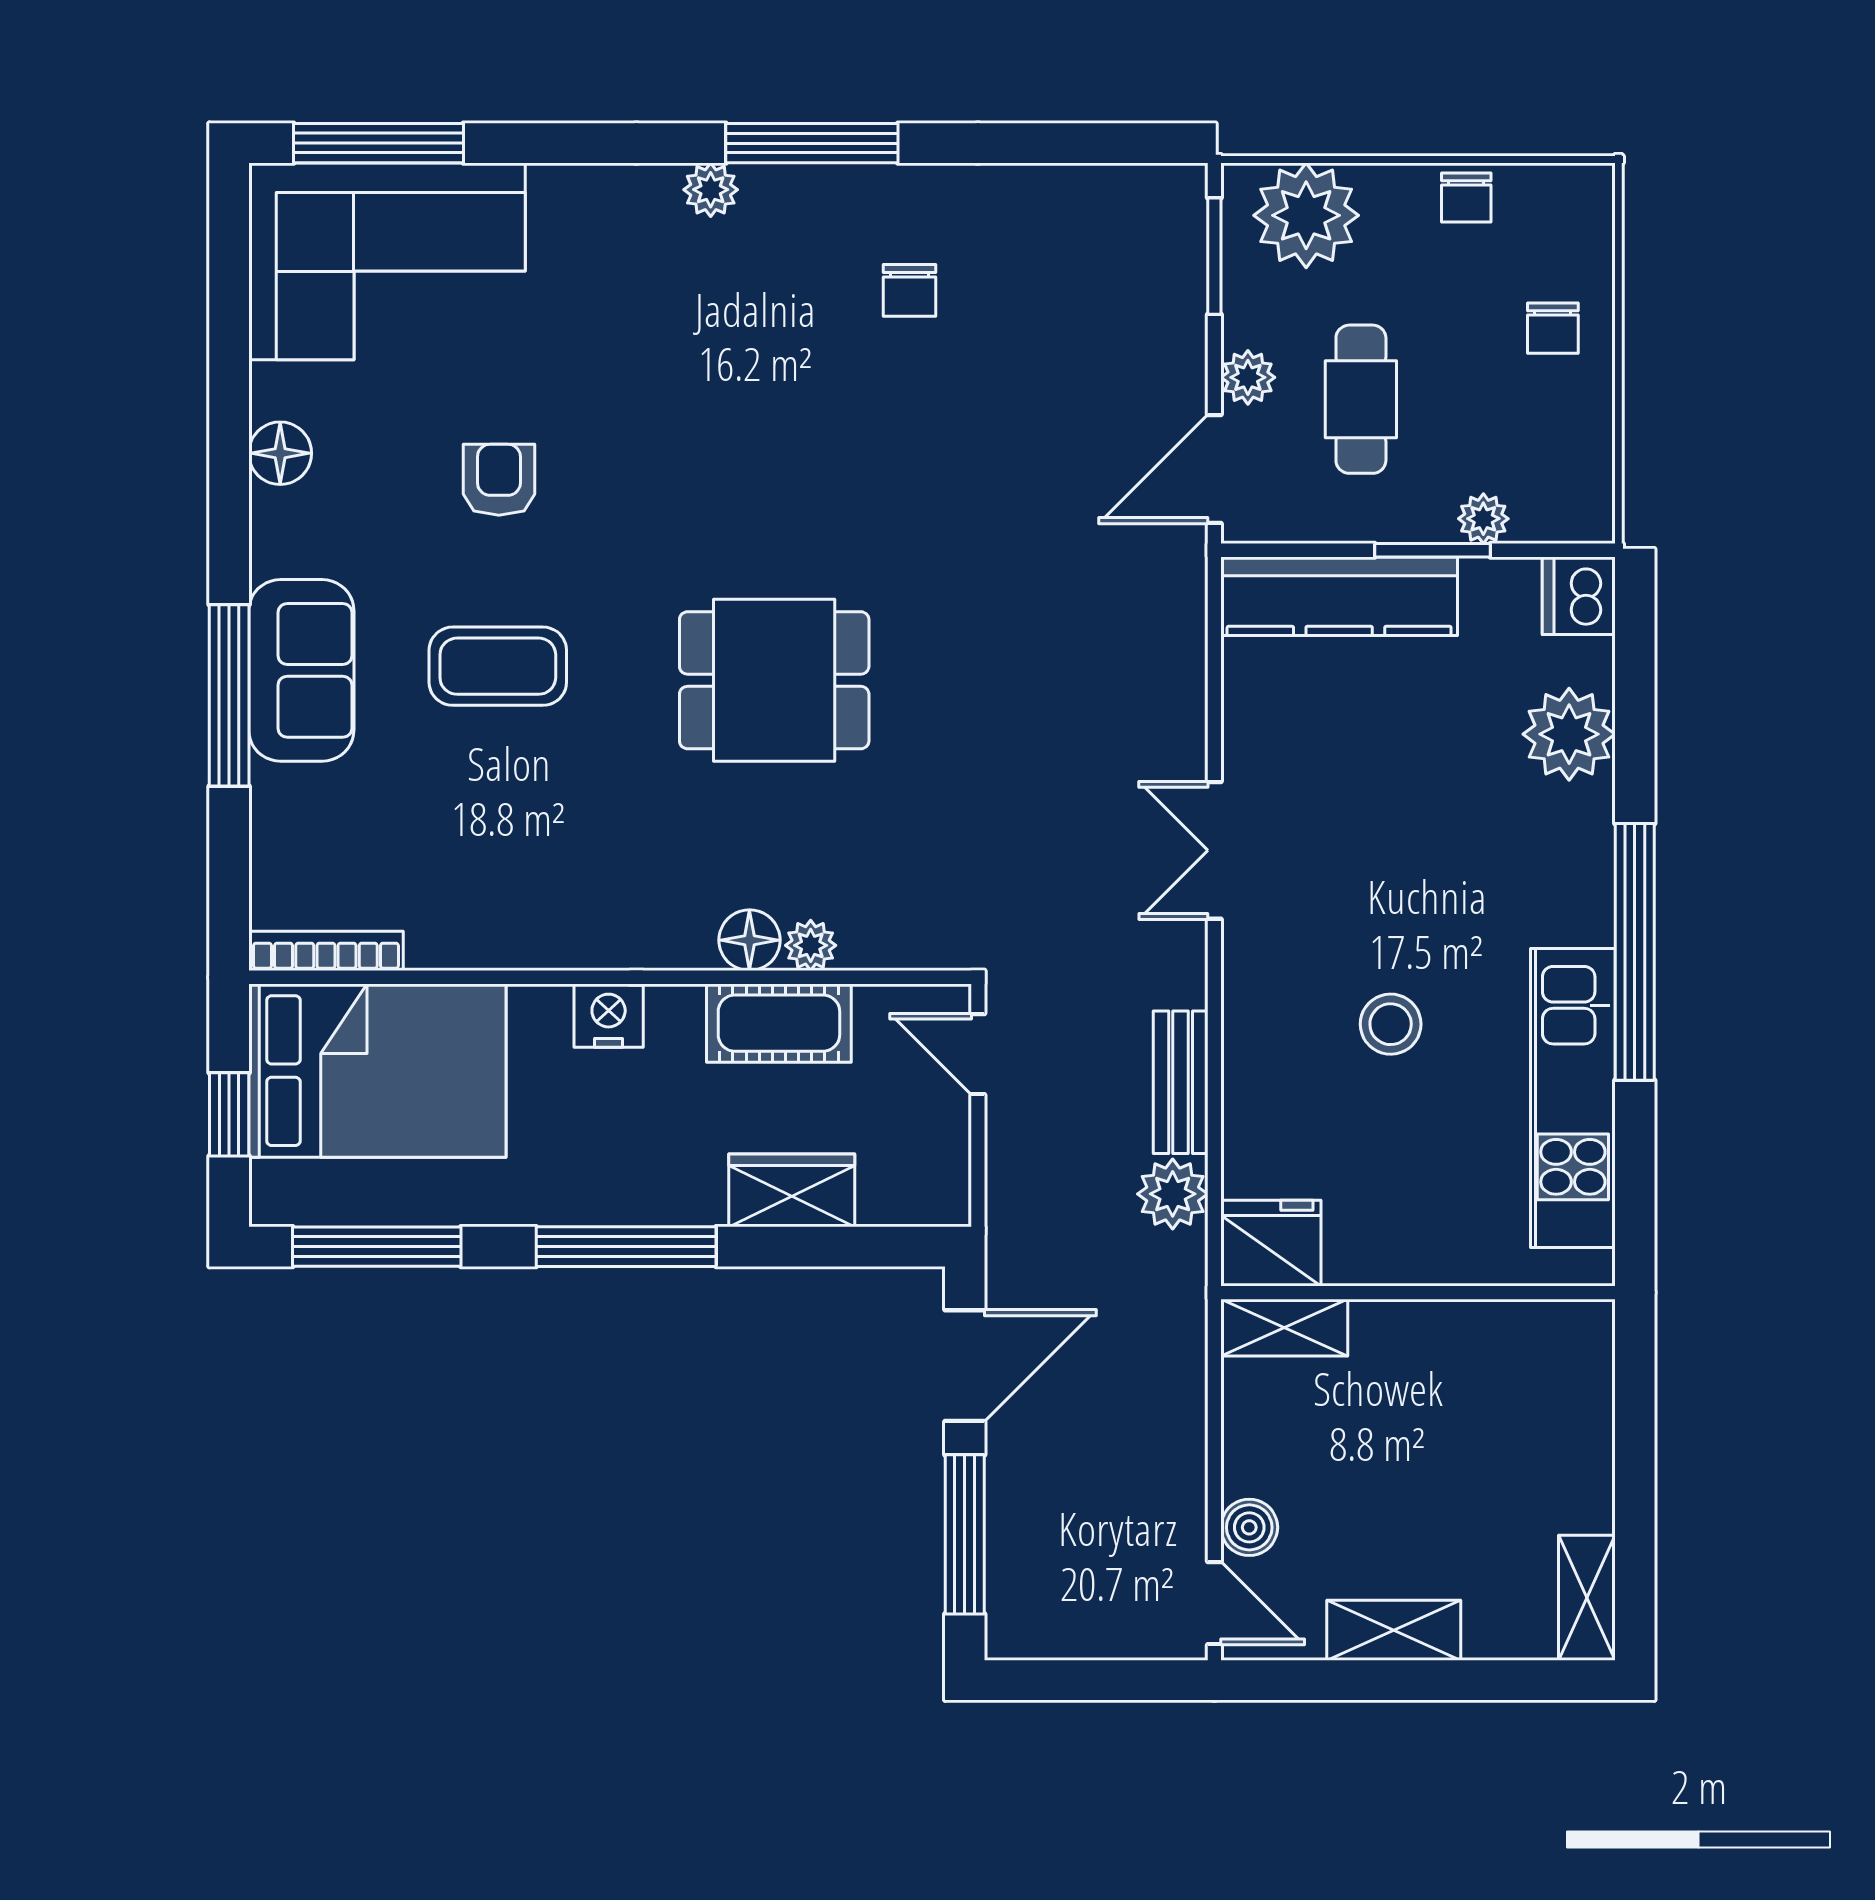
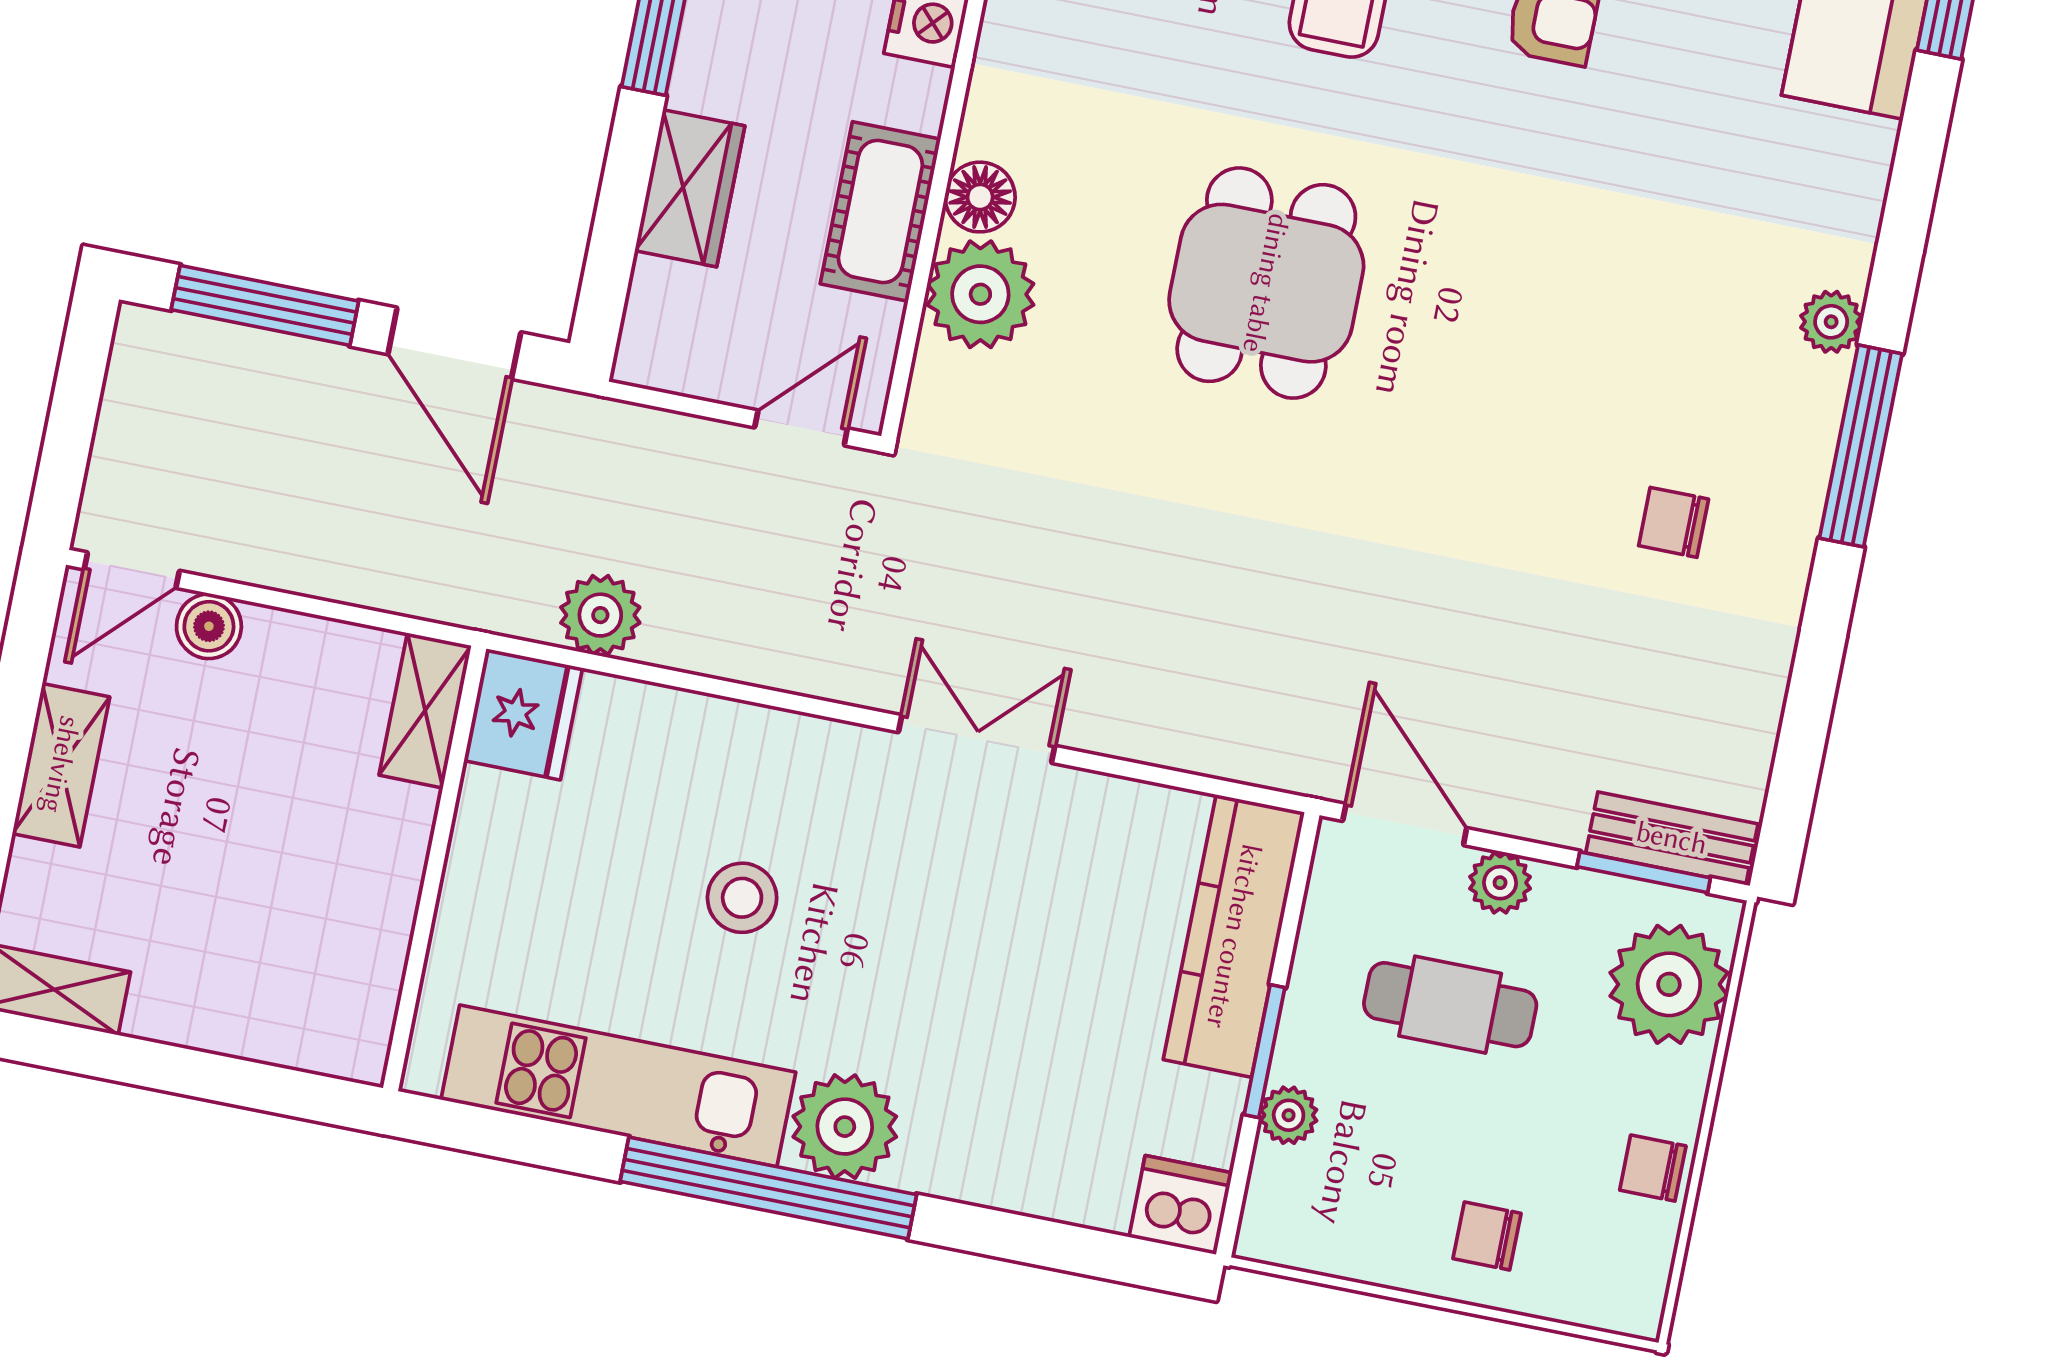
plant: (1569, 734) -> (845, 1127), moved
plant: (811, 945) -> (980, 294), width x1.88, depth x1.88
bench: (1181, 1082) -> (1672, 838), moved

